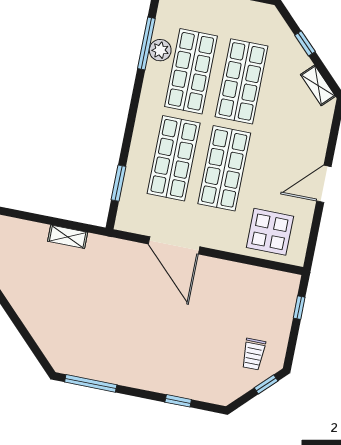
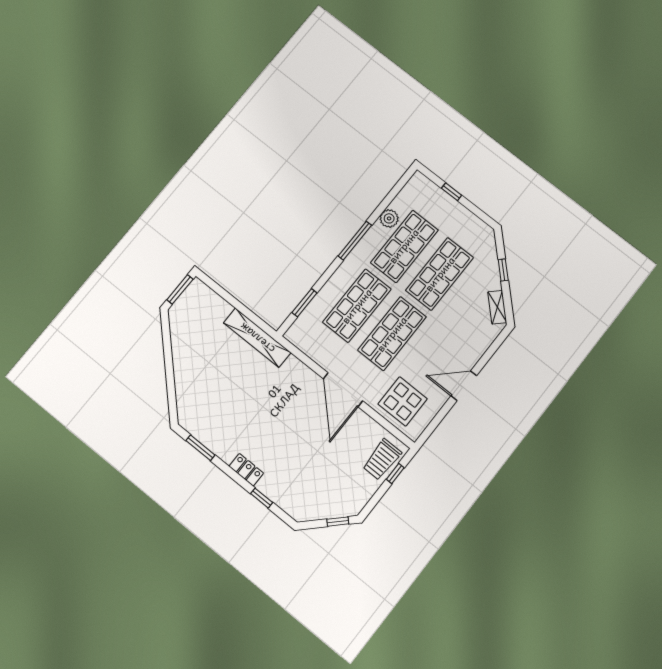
window: (146, 43) -> (355, 241), moved
shelving: (68, 237) -> (257, 338), width x2.20, depth x1.33
door: (174, 245) -> (343, 390), moved
trolley: (254, 354) -> (382, 459), moved, width x1.36, depth x1.39
locker: (148, 381) -> (246, 470), added
window: (91, 383) -> (200, 448), width x0.69

